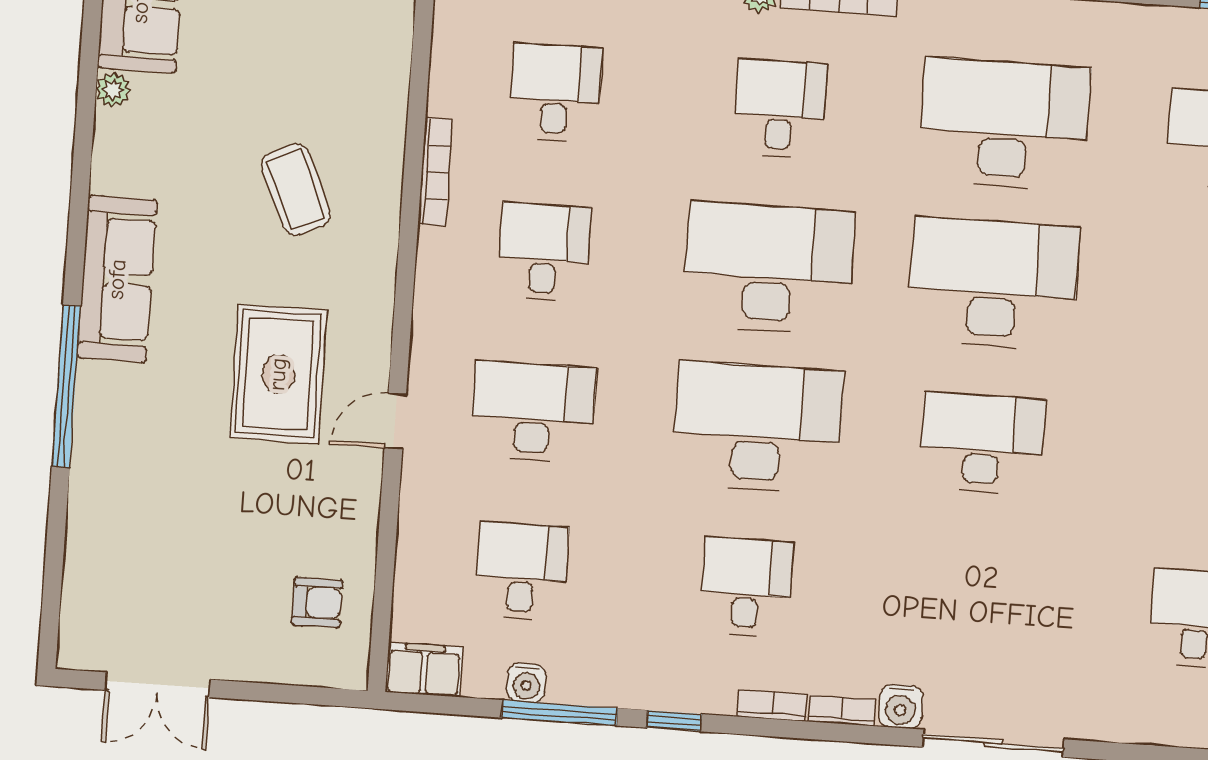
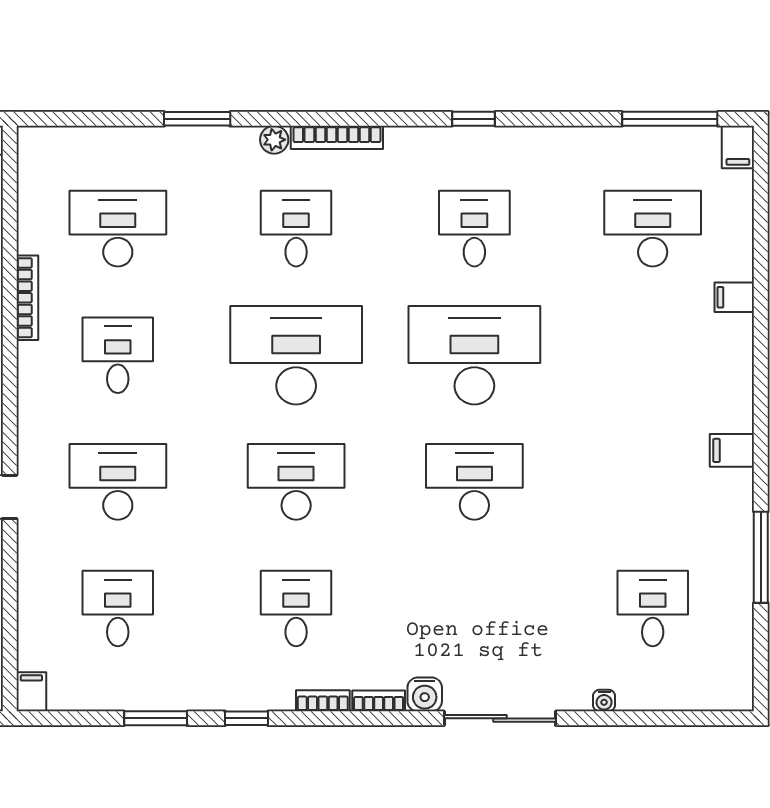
desk: (555, 93) -> (118, 229), width x1.37
desk: (1004, 124) -> (474, 229), width x0.53, depth x0.77
desk: (757, 427) -> (296, 482), width x0.73, depth x0.77
filing cabinet: (424, 670) -> (31, 692), width x0.50
water cooler: (526, 683) -> (604, 701), moved, width x0.72, depth x0.72
window: (560, 713) -> (156, 718), width x0.69

